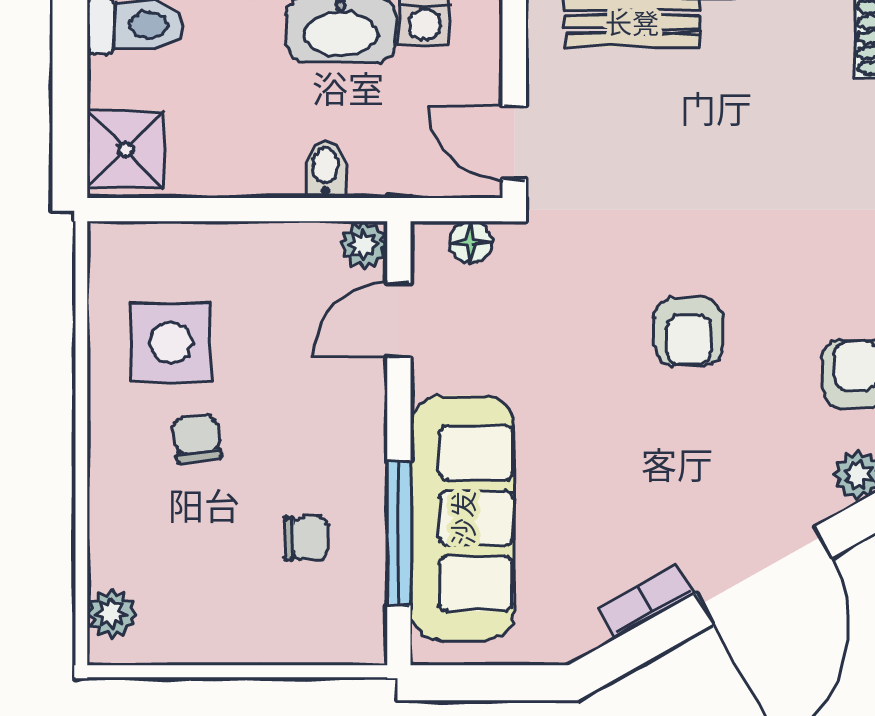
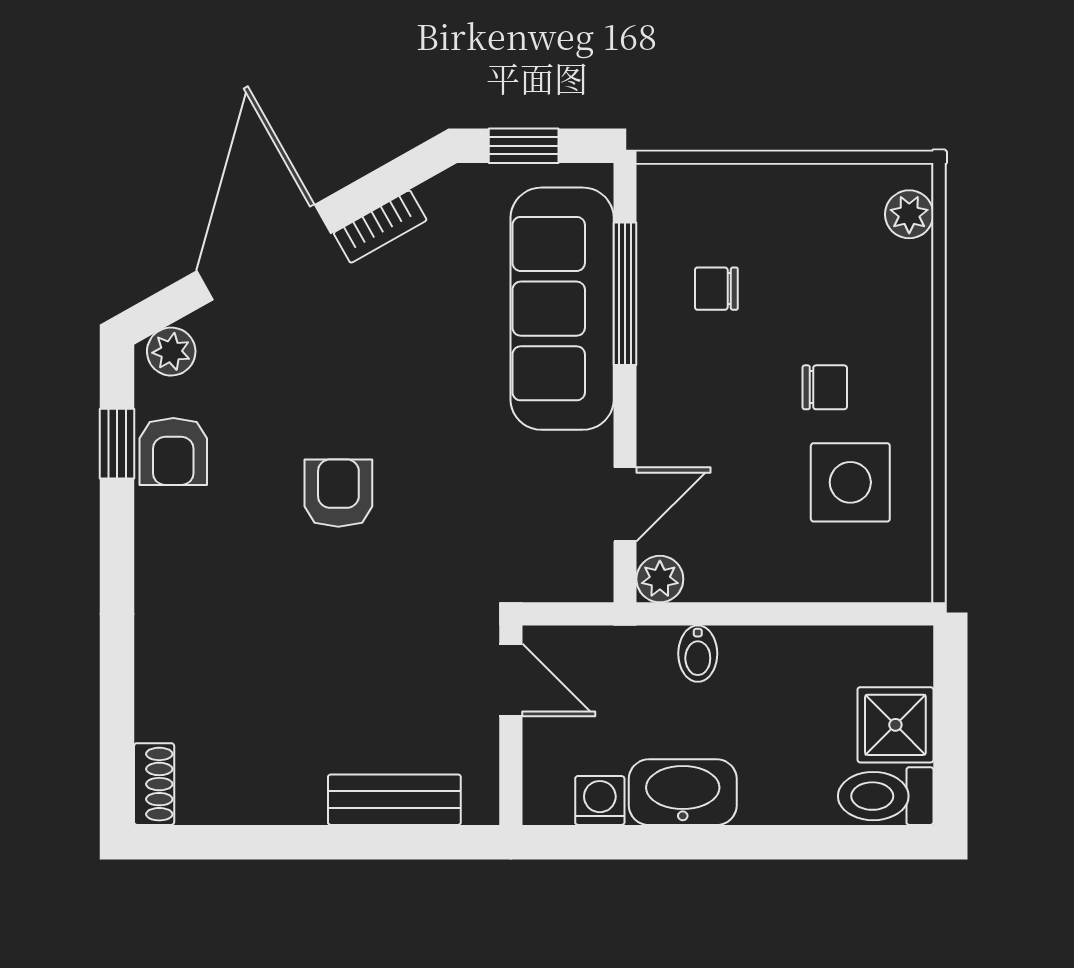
shower: (125, 150) -> (895, 725), moved
floor lamp: (471, 242) -> (554, 582), removed
chair: (197, 439) -> (825, 387), turned -82
window: (501, 683) -> (524, 146), added

